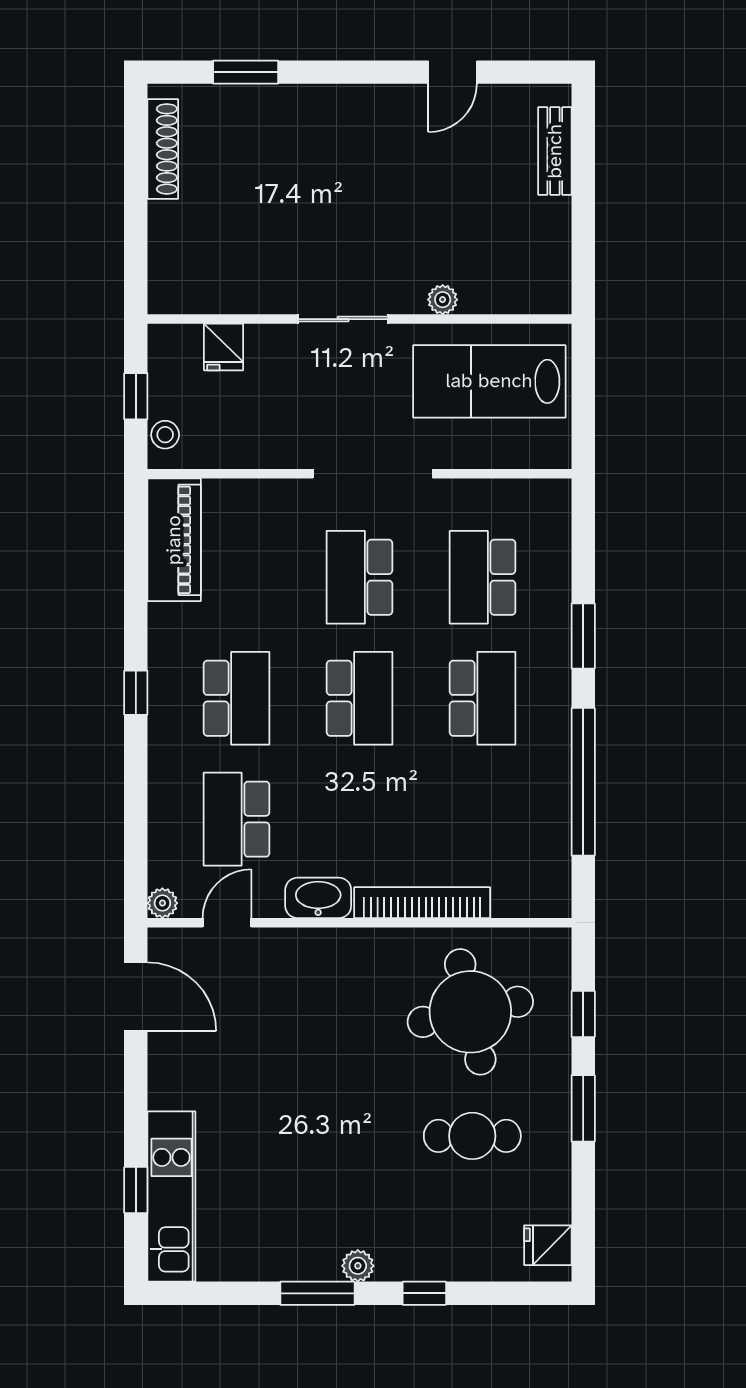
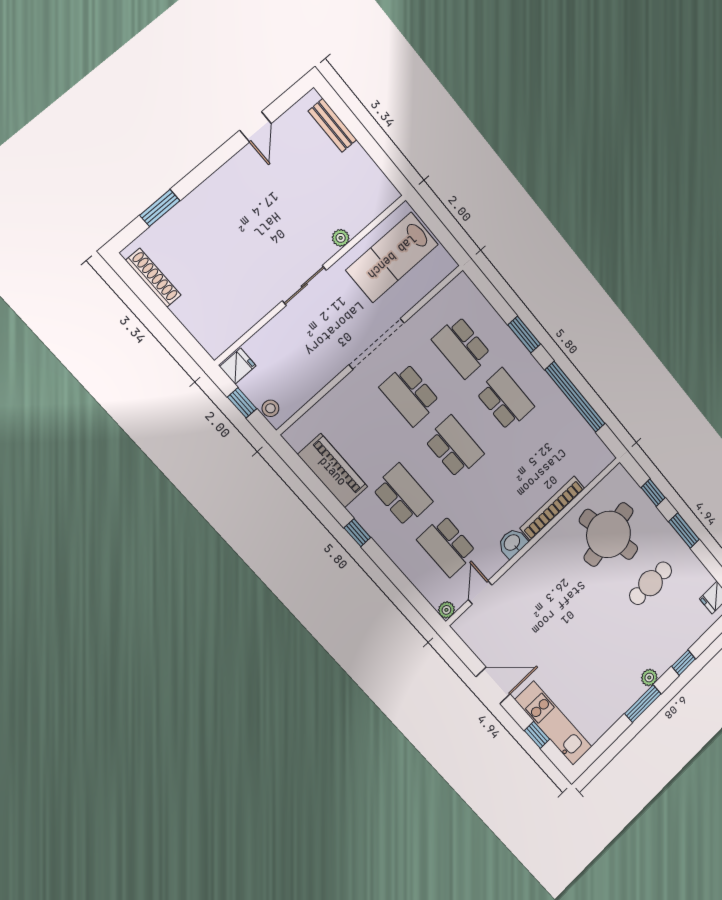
fridge: (224, 347) -> (238, 366), moved, turned -90
piano: (174, 540) -> (333, 471), moved
washbasin: (318, 898) -> (512, 543), width x0.72
door: (136, 997) -> (493, 685), moved

